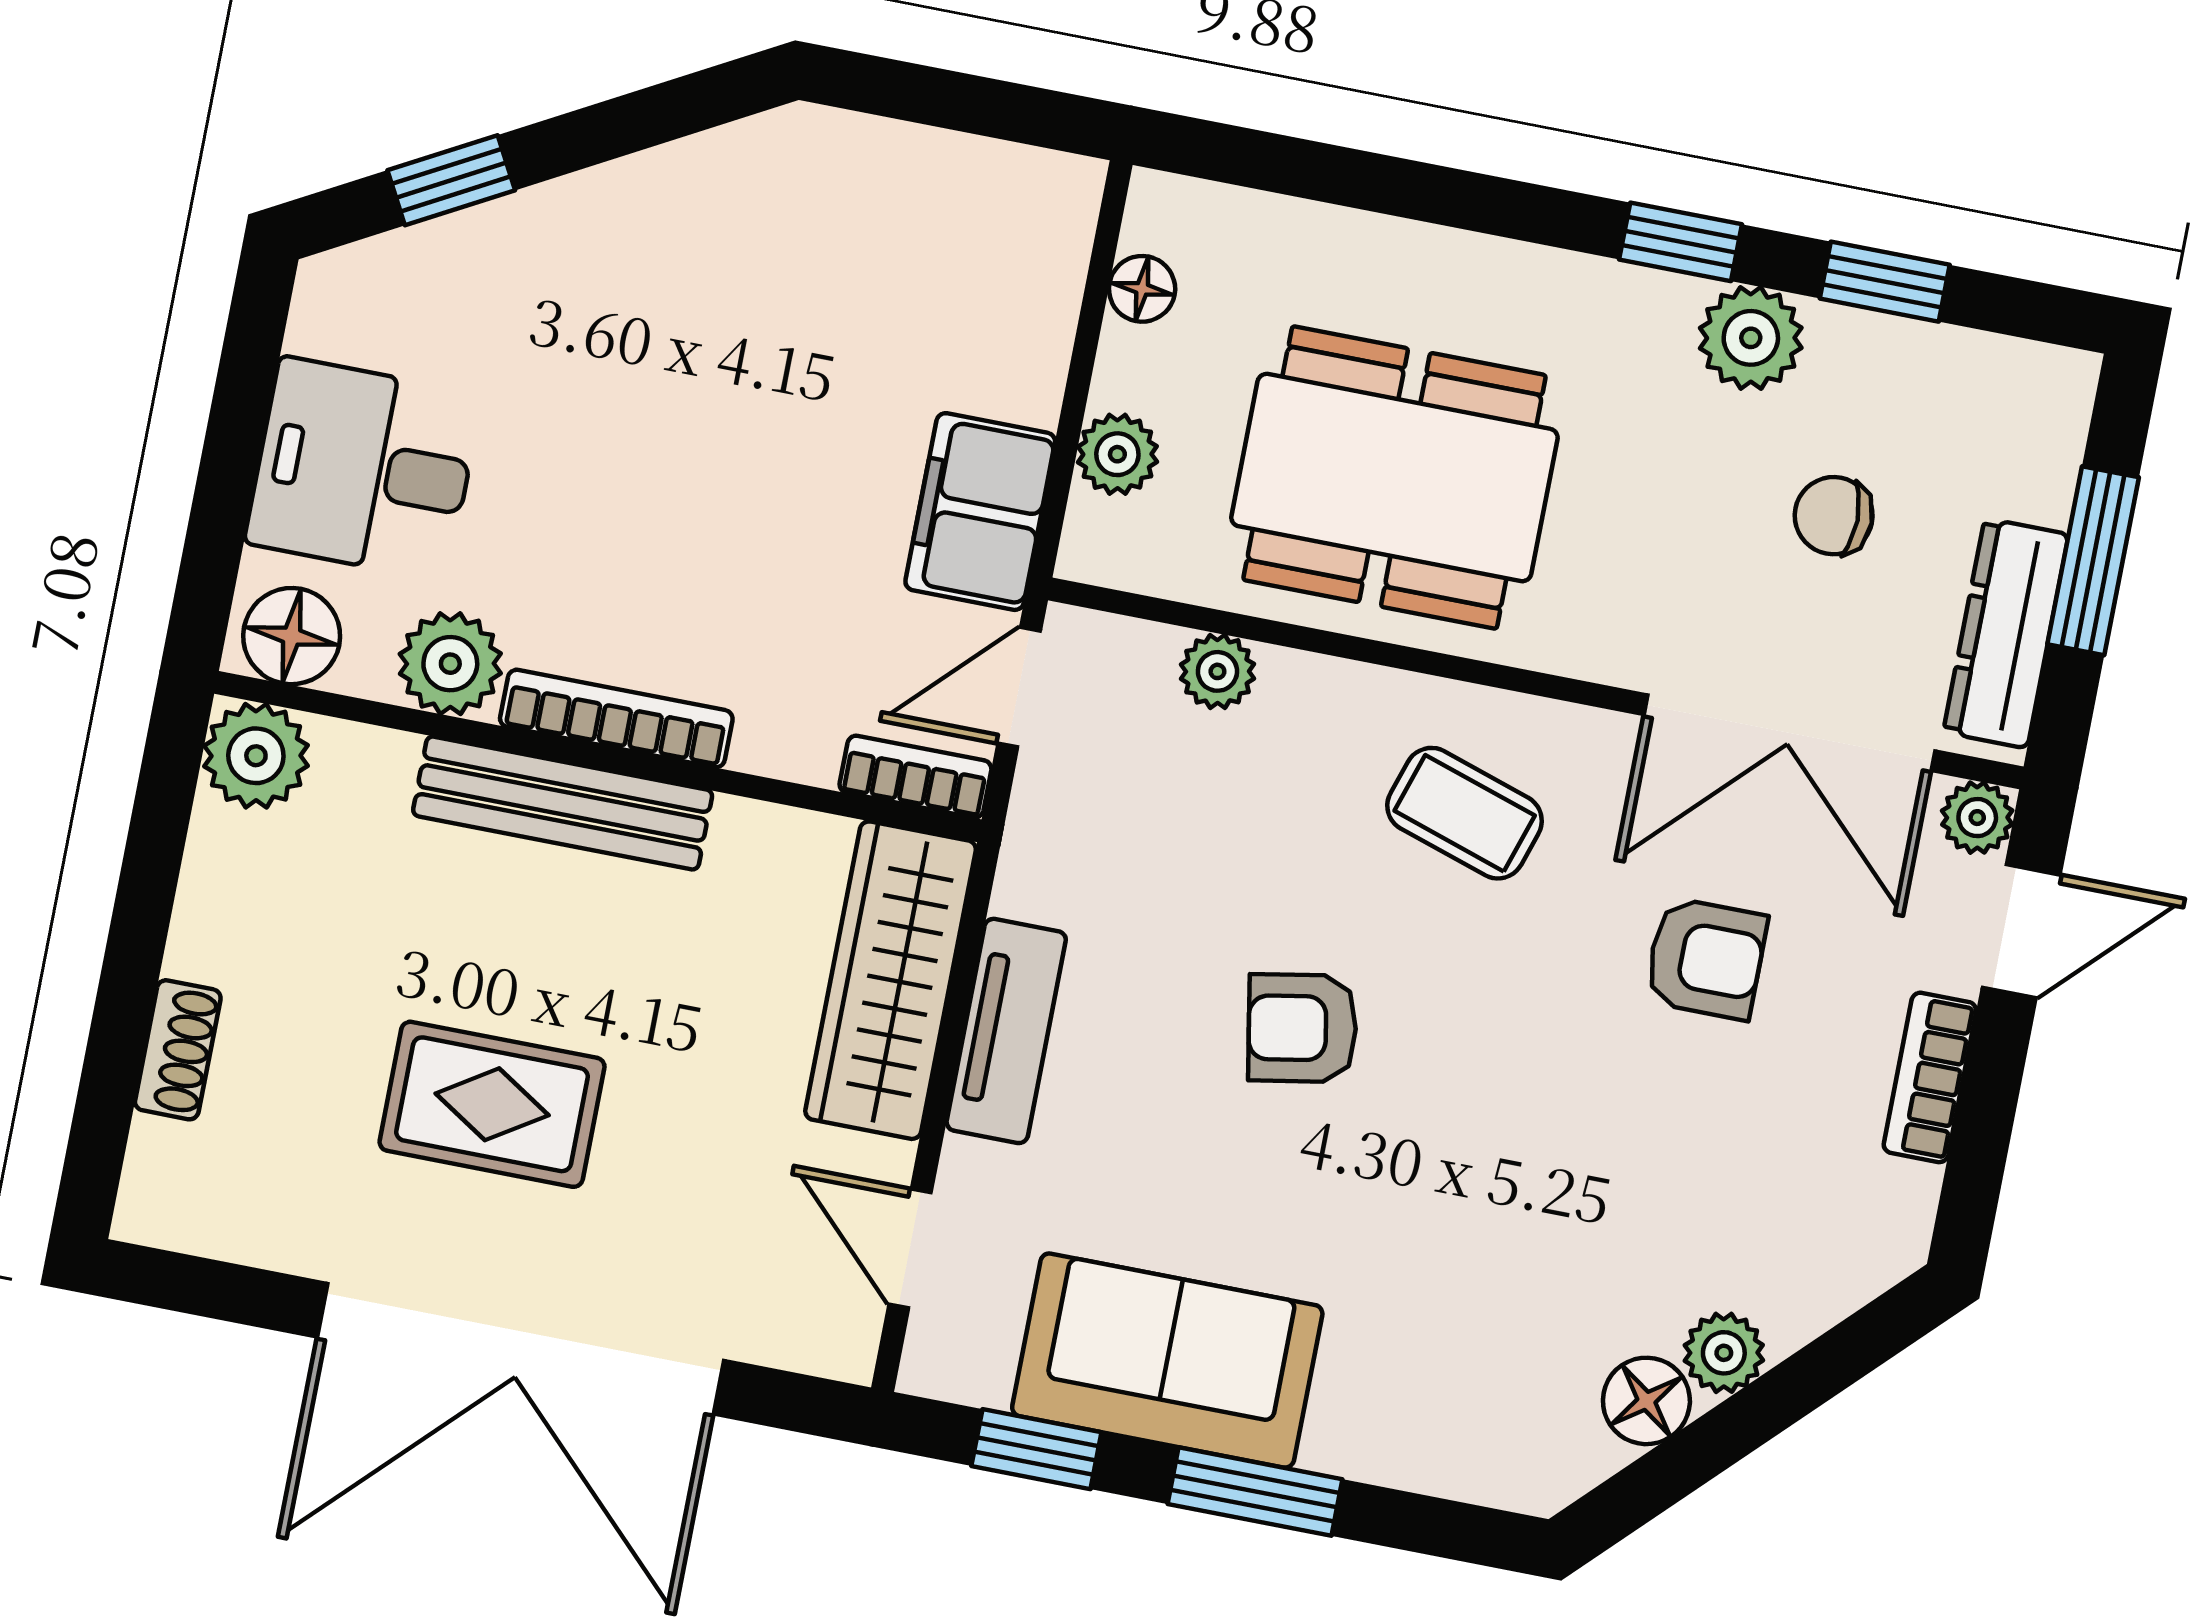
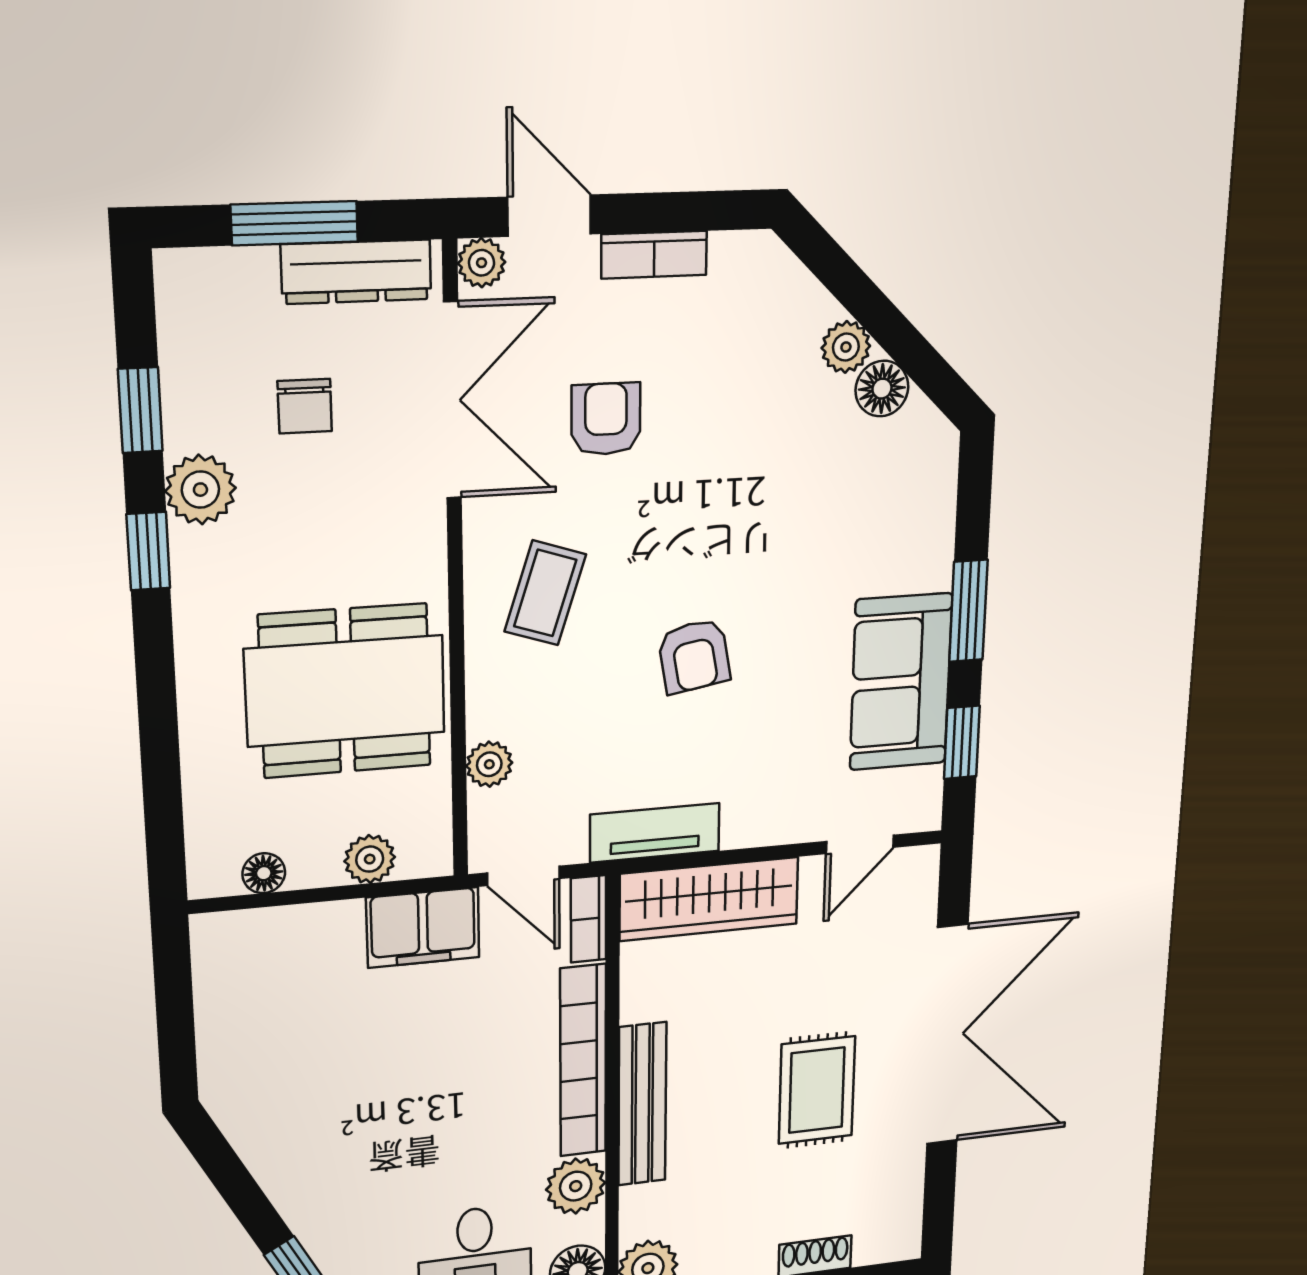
dining table: (1394, 478) -> (345, 691), turned 90
bookcase: (616, 719) -> (583, 1061), width x1.48, depth x1.31
tv unit: (1006, 1031) -> (655, 833), moved

